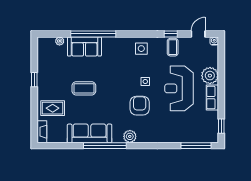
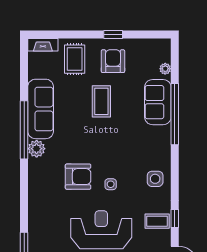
armchair: (54, 80) -> (113, 61), added
plant: (130, 136) -> (37, 149), moved

